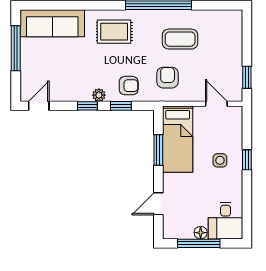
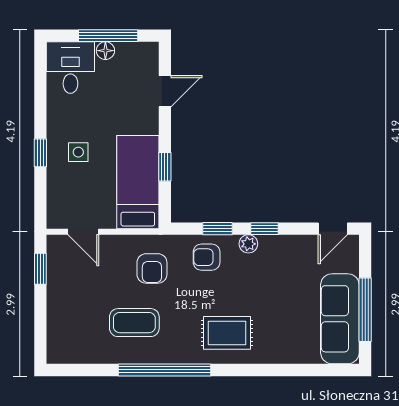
sofa: (52, 23) -> (340, 319), moved, turned -90
window: (158, 150) -> (165, 167), width x0.67

